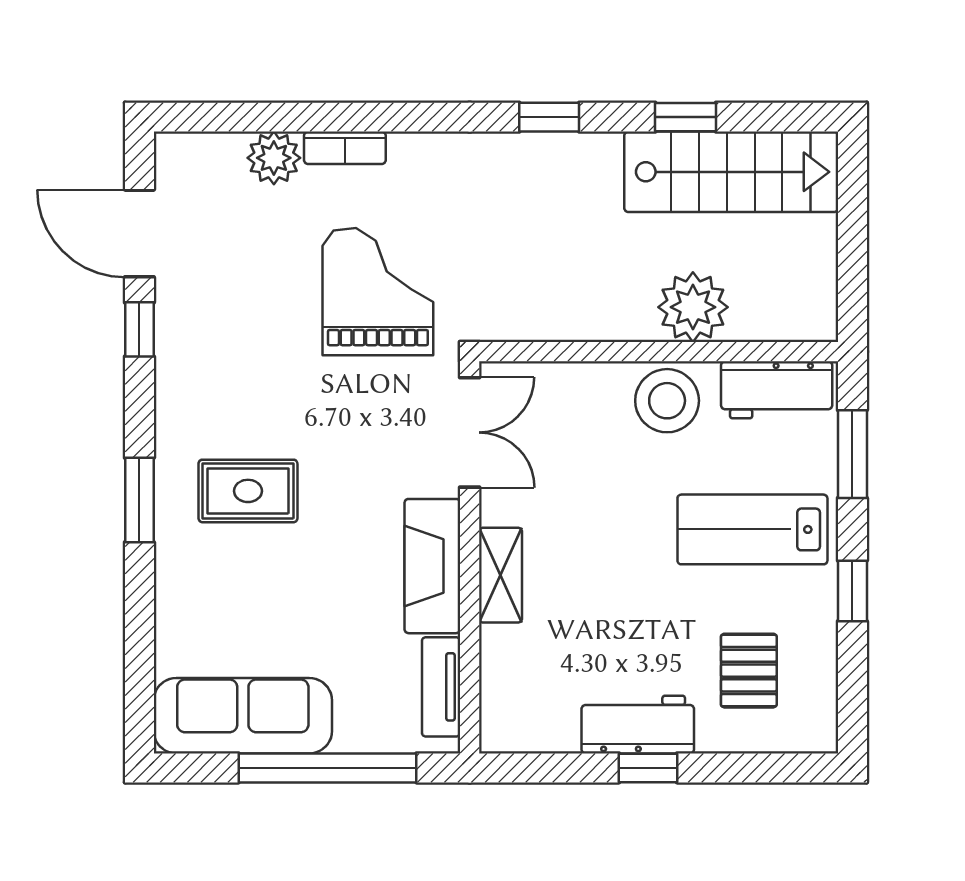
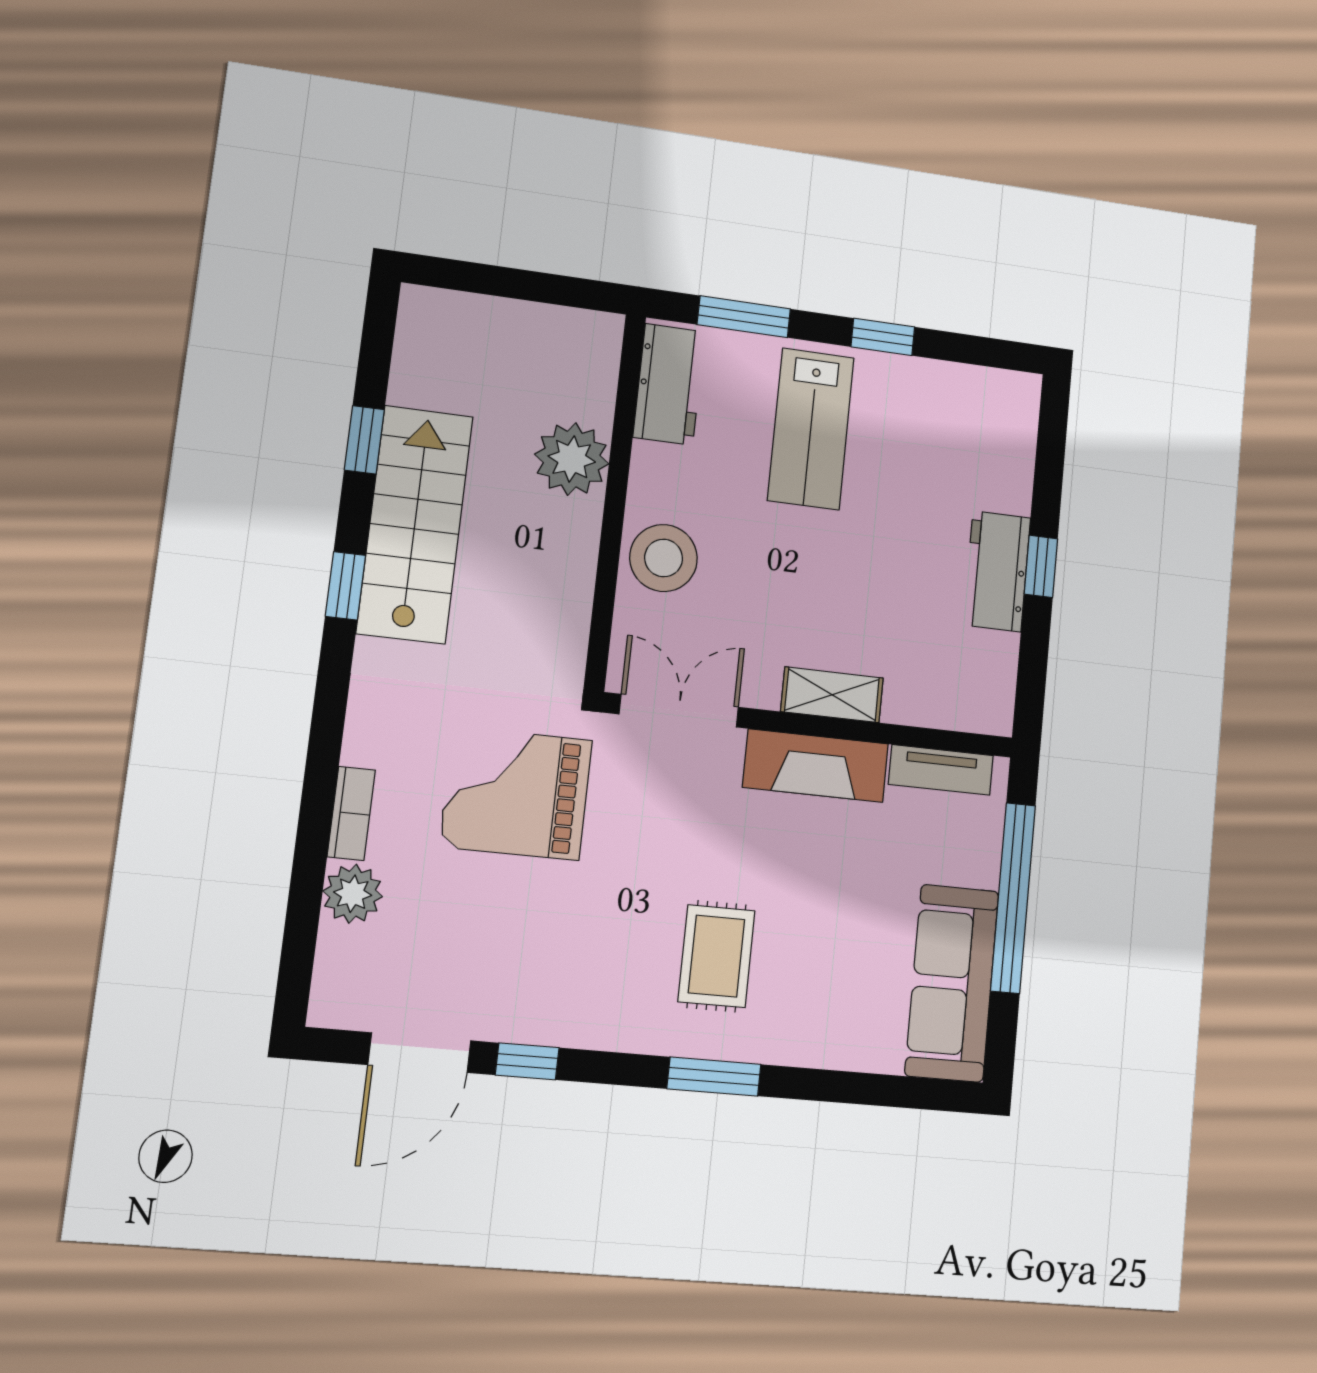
stairs: (731, 172) -> (415, 524), moved
stool: (667, 401) -> (664, 558), moved
pallet: (749, 671) -> (953, 452), removed

